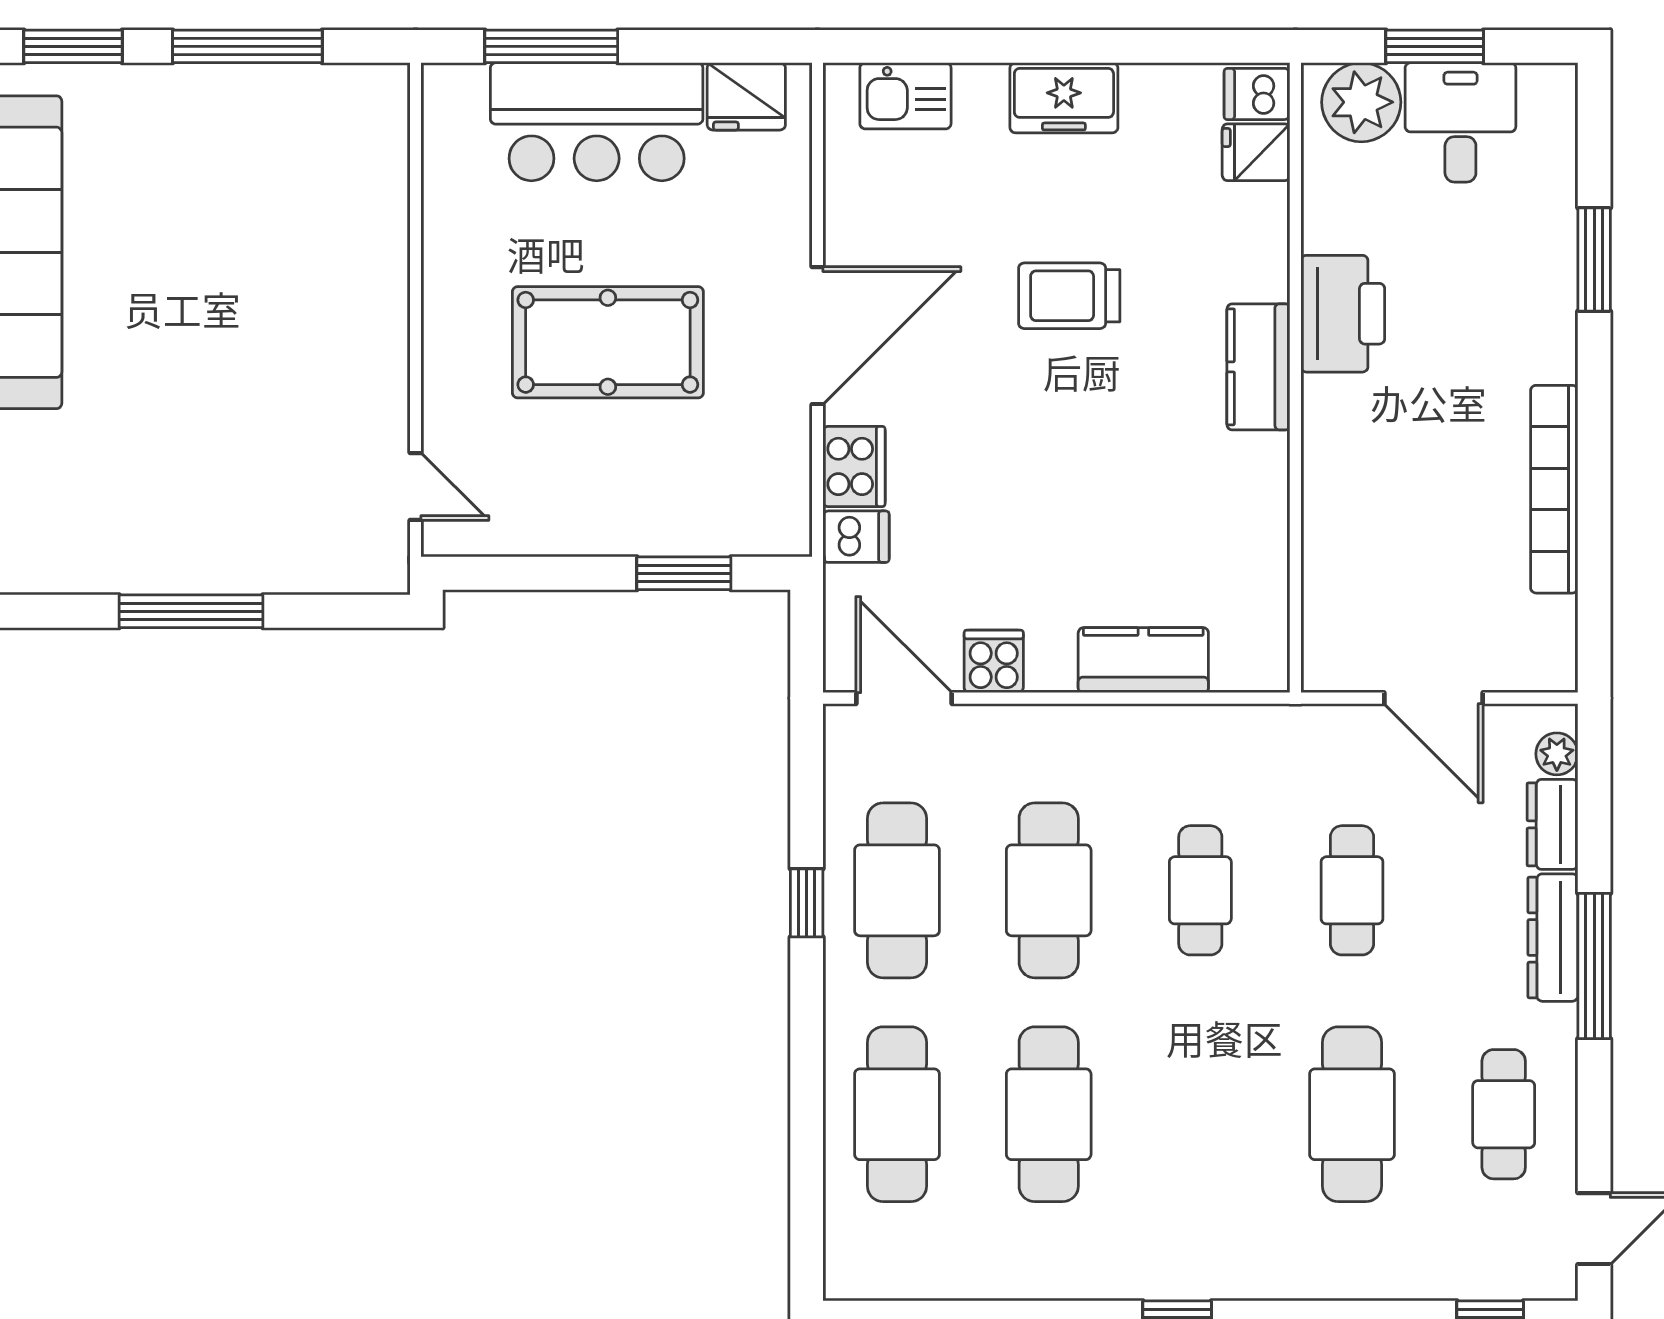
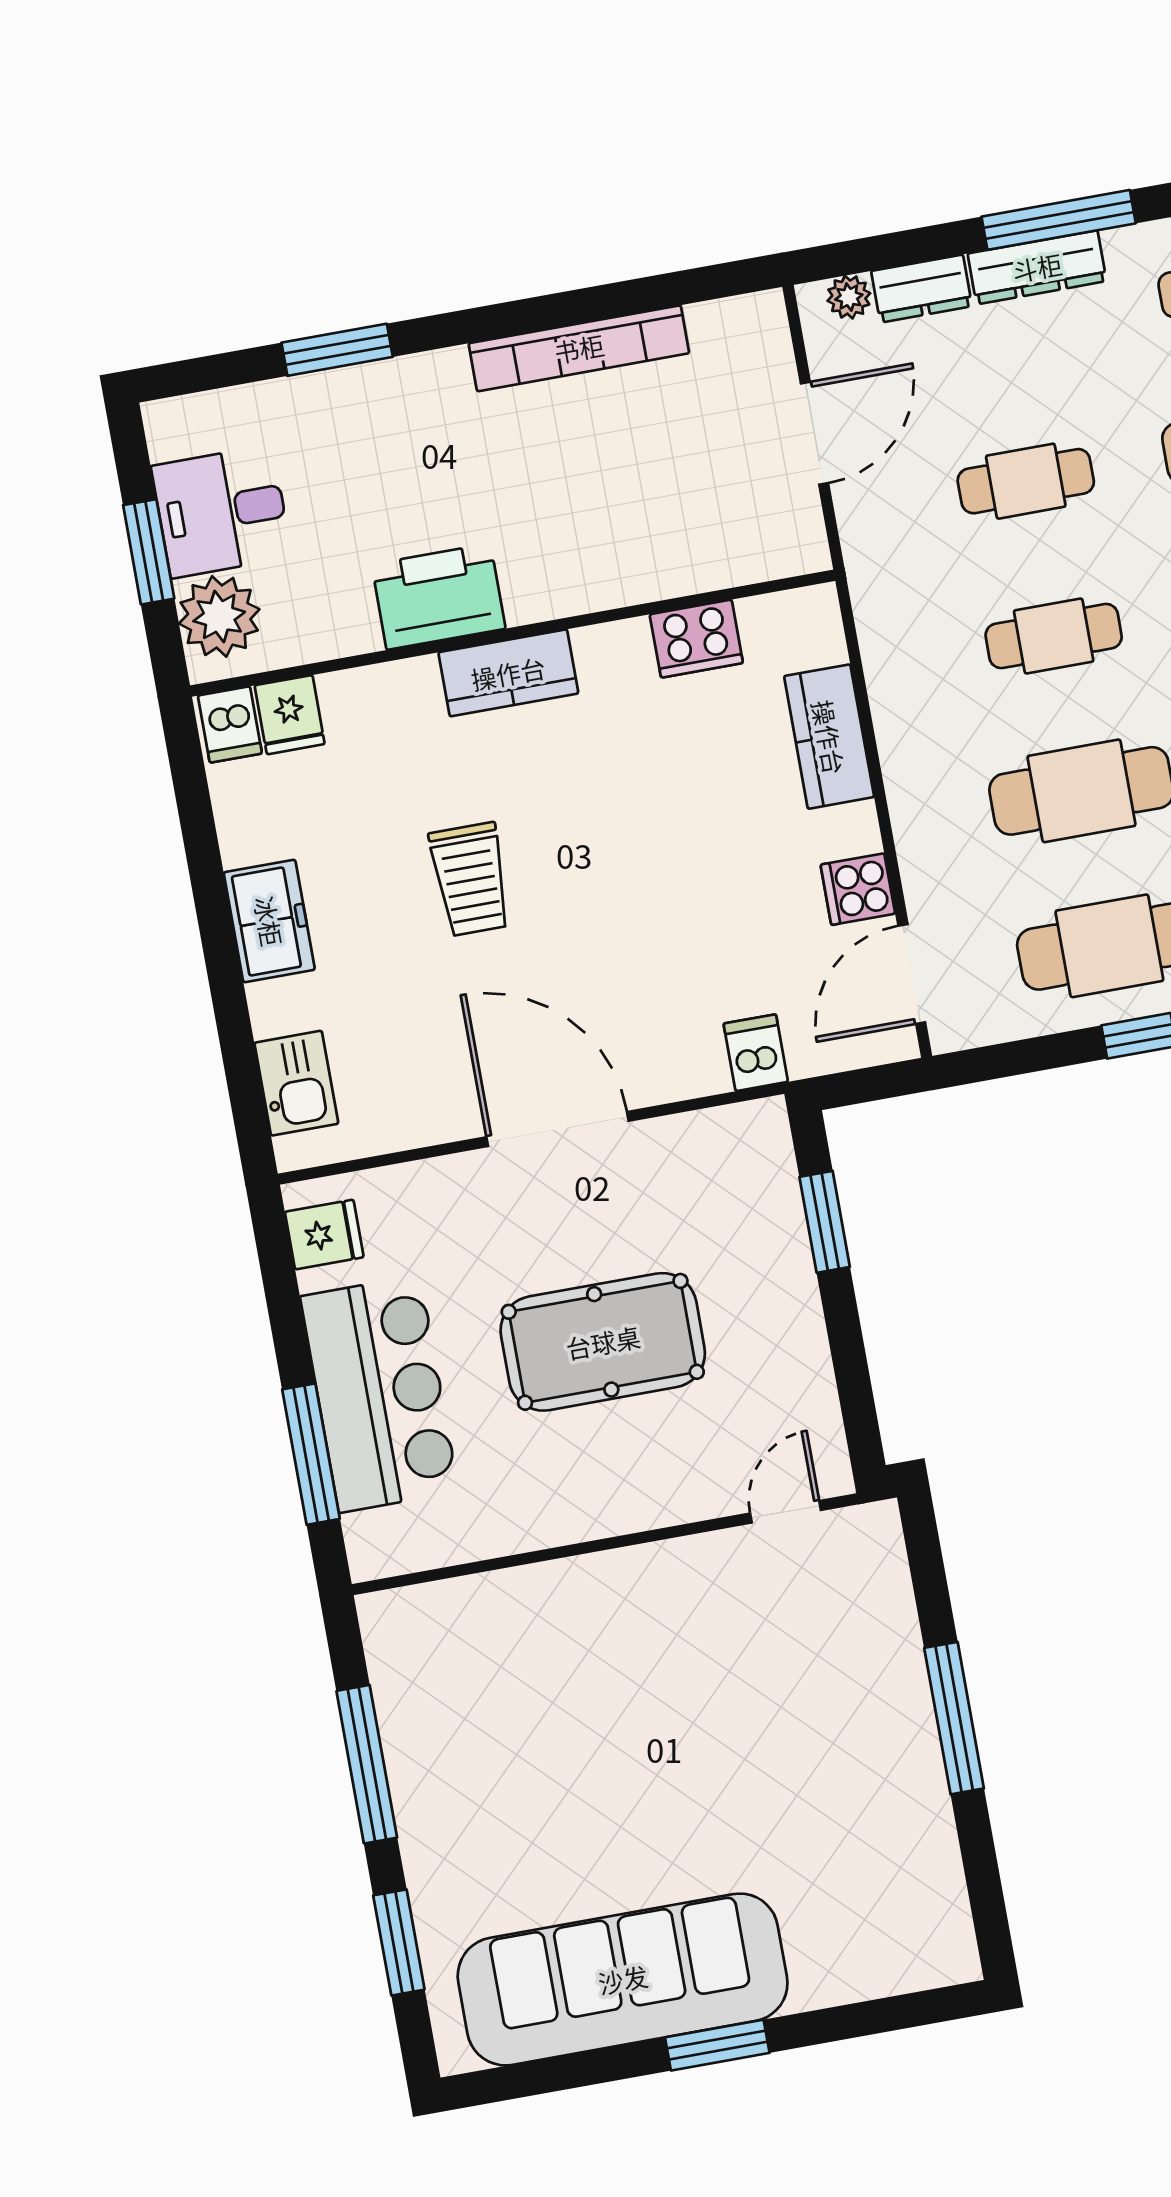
fridge: (746, 96) -> (324, 1235), width x0.72
pool table: (608, 342) -> (603, 1342), turned 90
cooker: (854, 466) -> (696, 639), moved, turned 180

